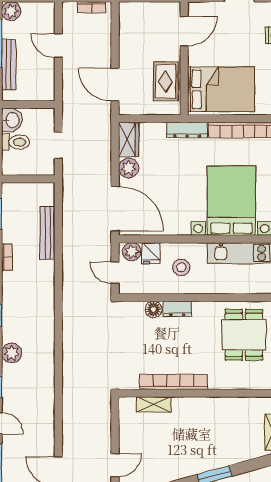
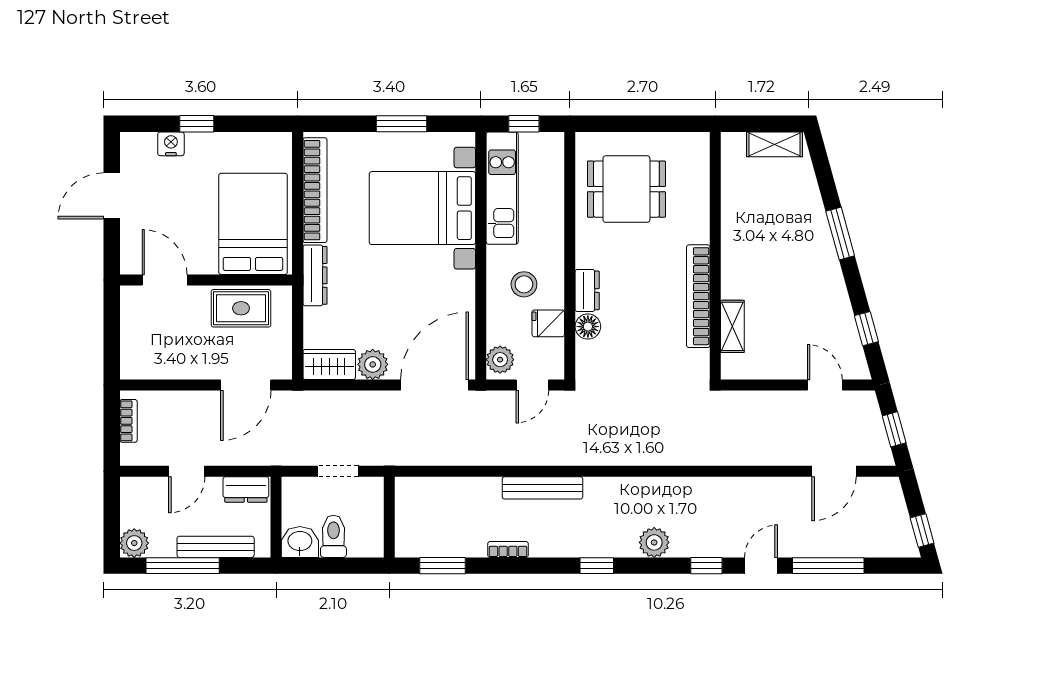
dresser: (46, 85) -> (246, 489), added
bench: (47, 233) -> (542, 488), moved
fridge: (151, 253) -> (548, 323), moved, turned 180

